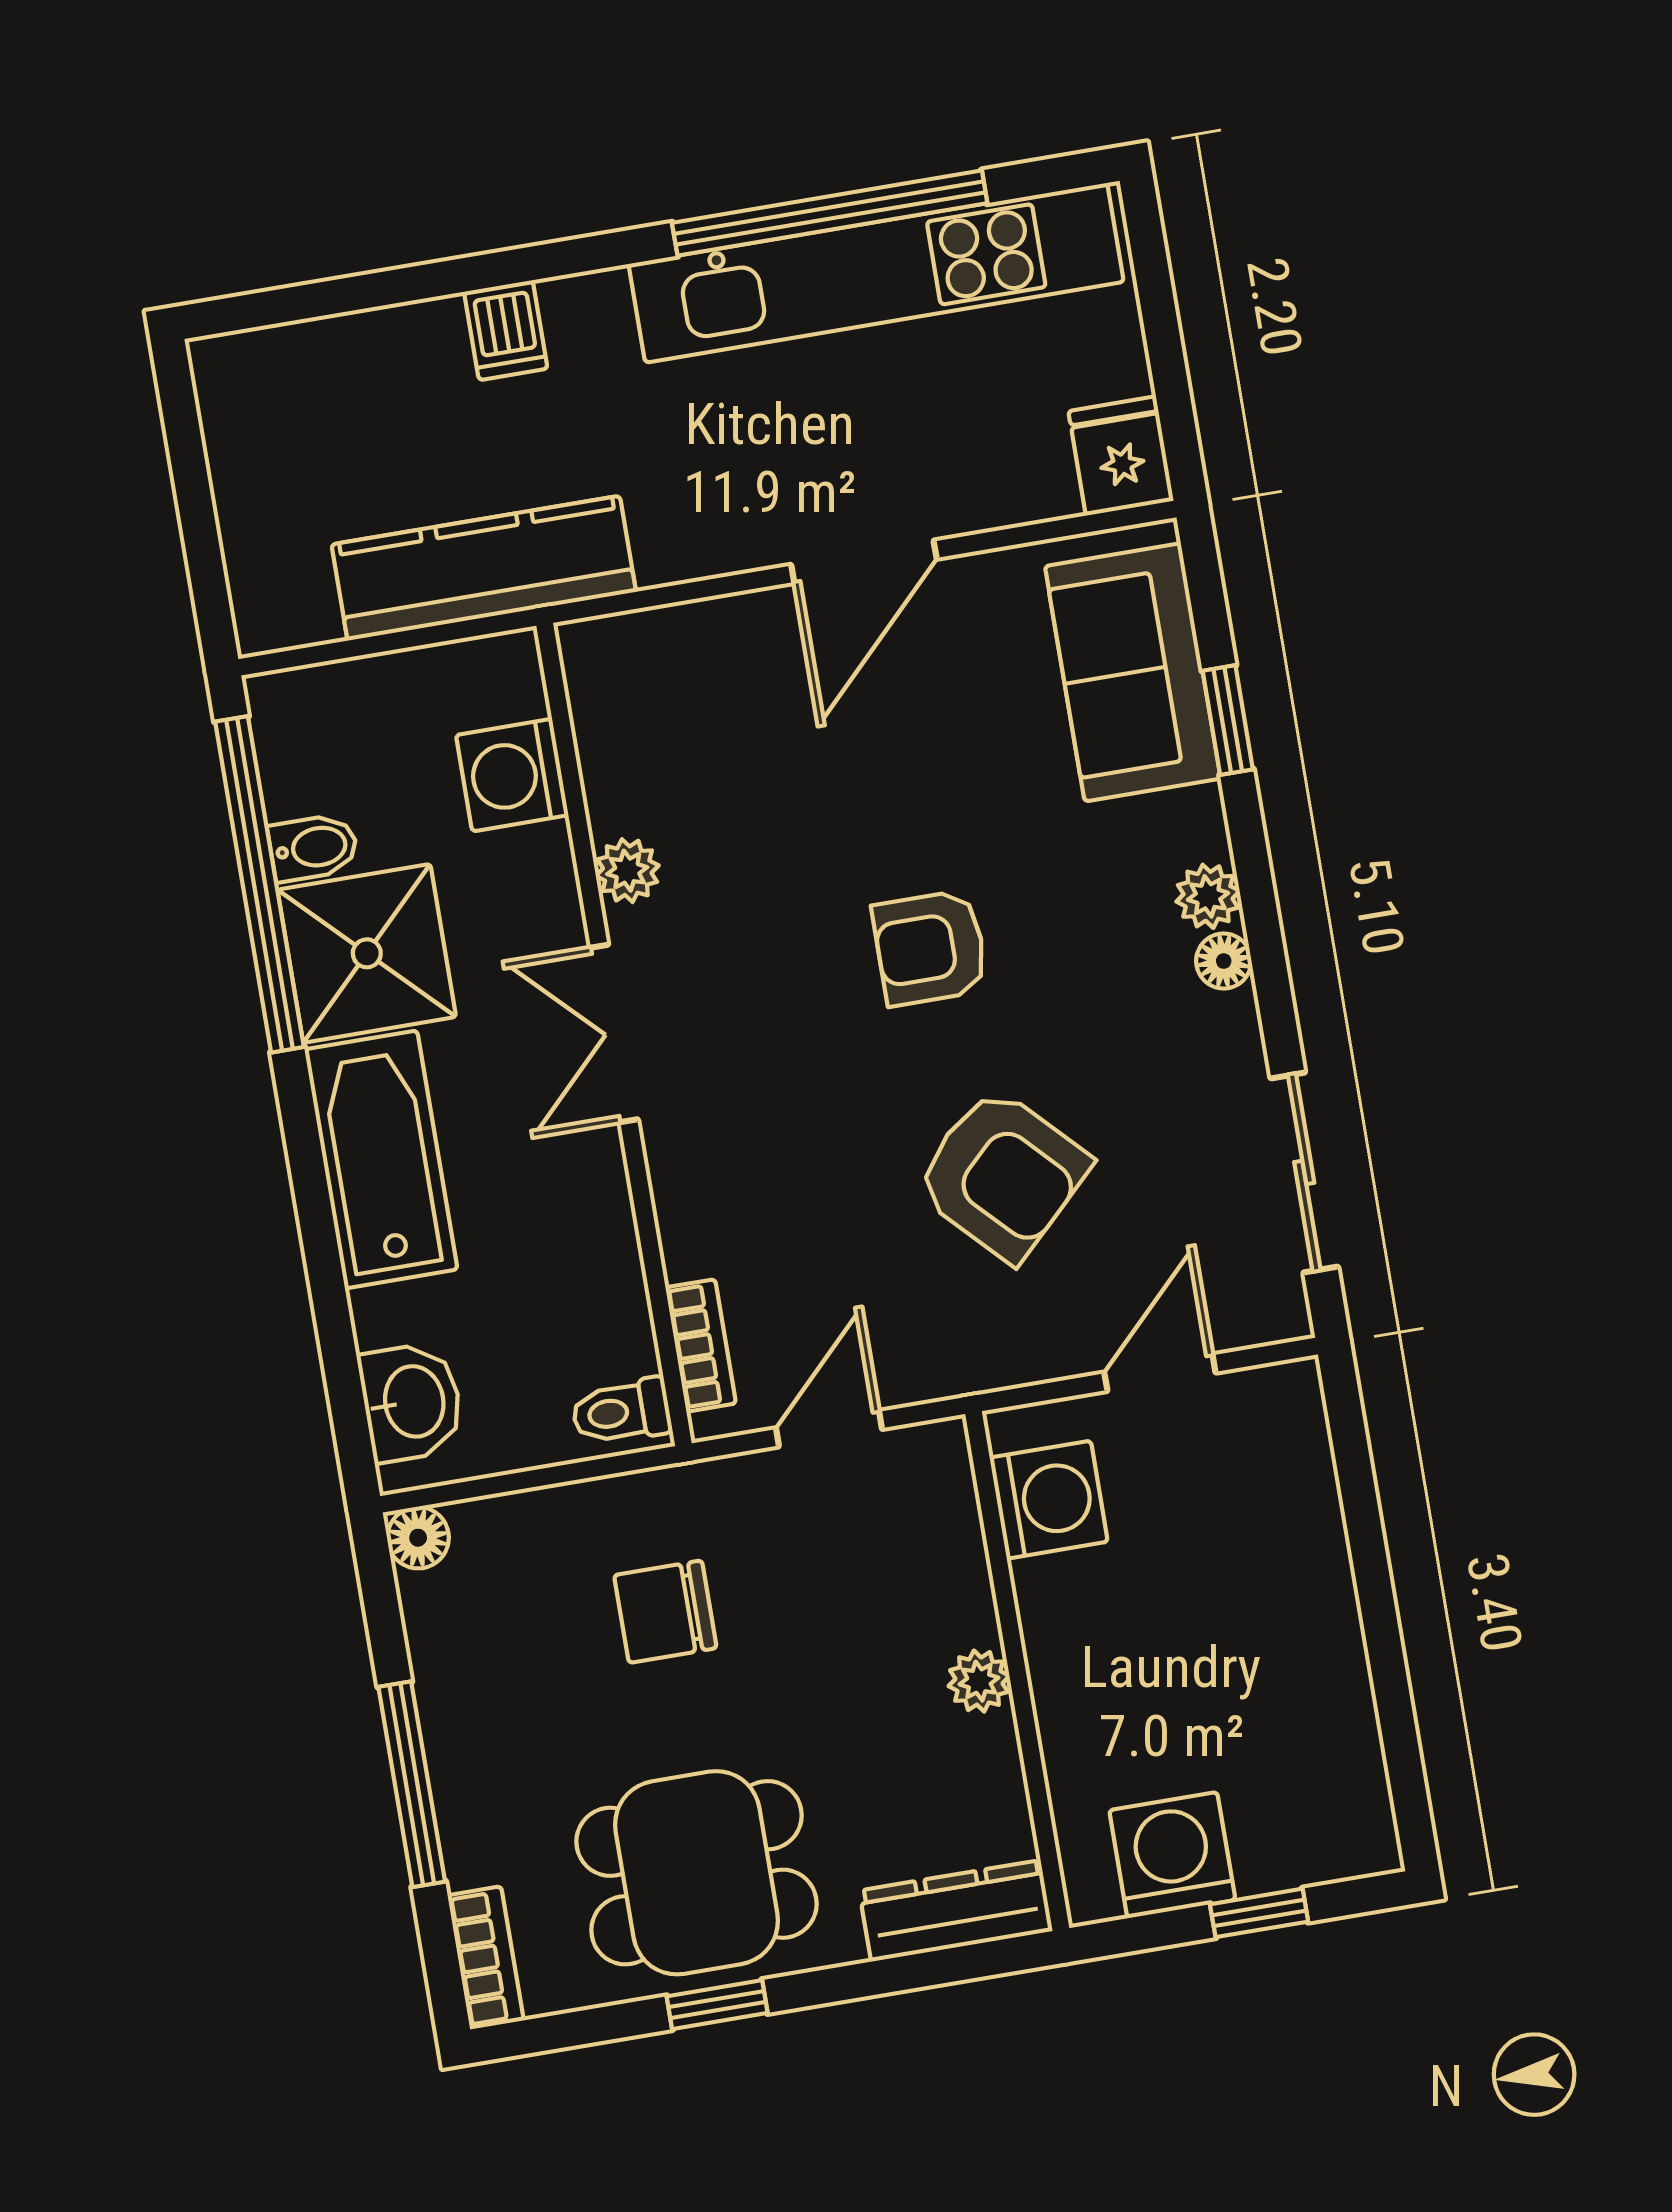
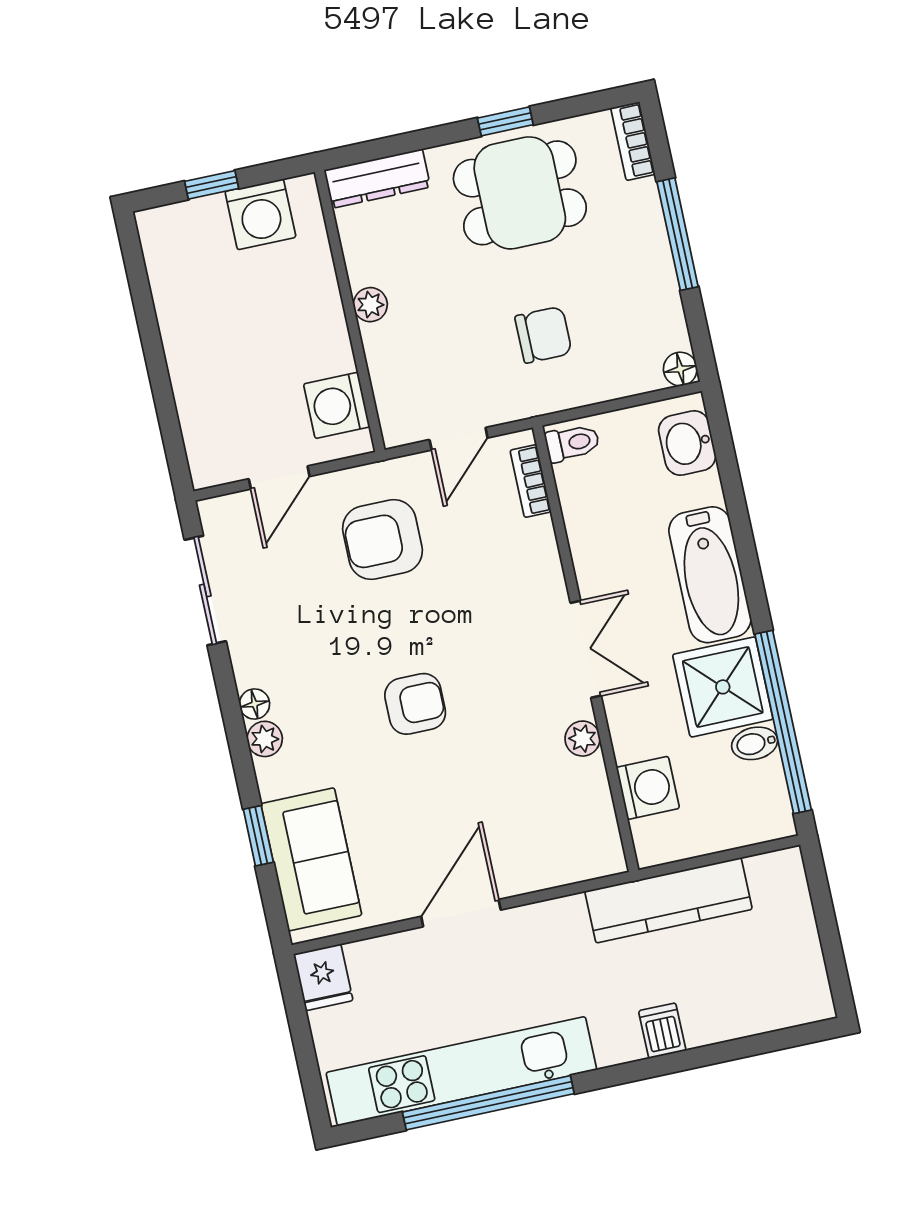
armchair: (1002, 1175) -> (382, 539), moved, turned -46

